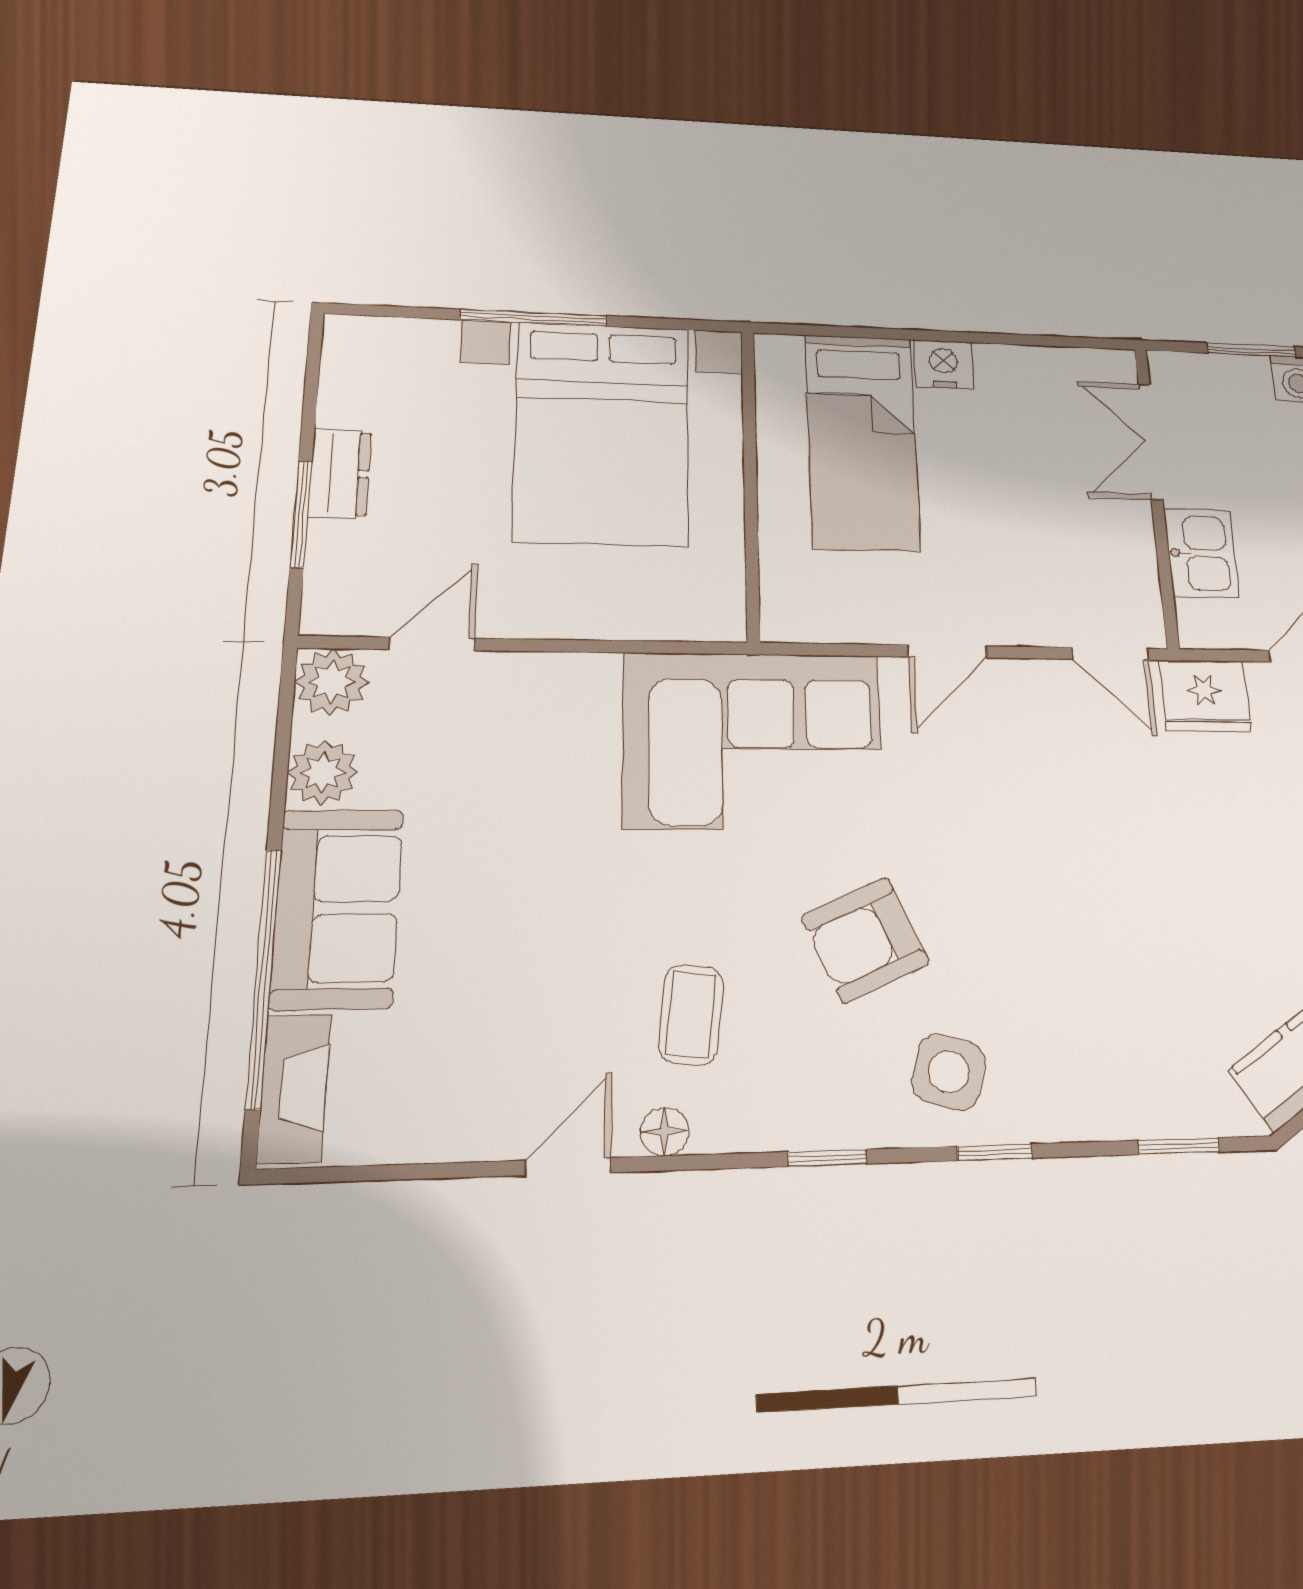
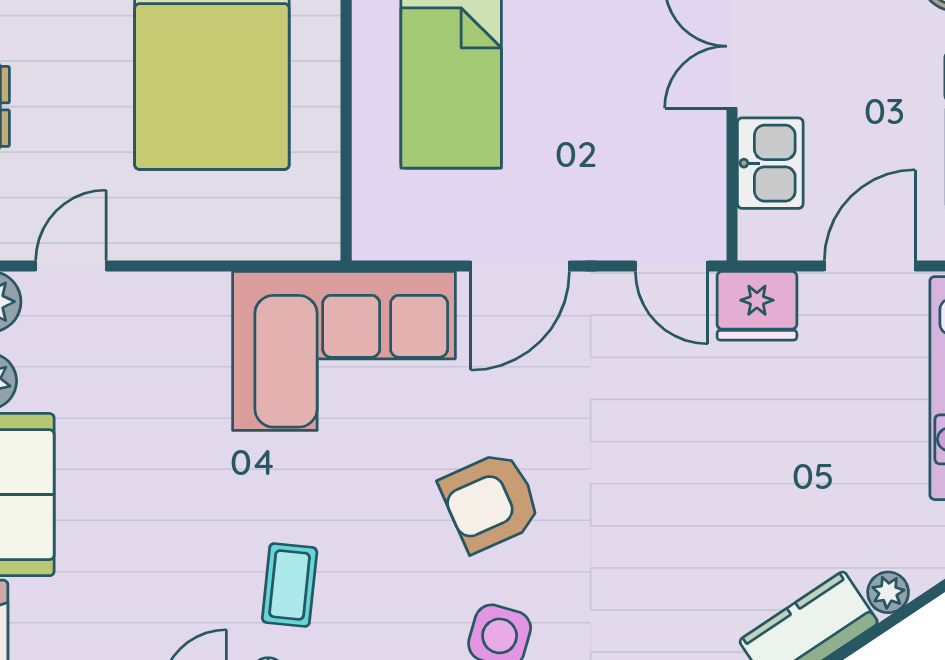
door: (947, 651) -> (520, 266), width x1.38
armchair: (865, 940) -> (490, 502), moved

